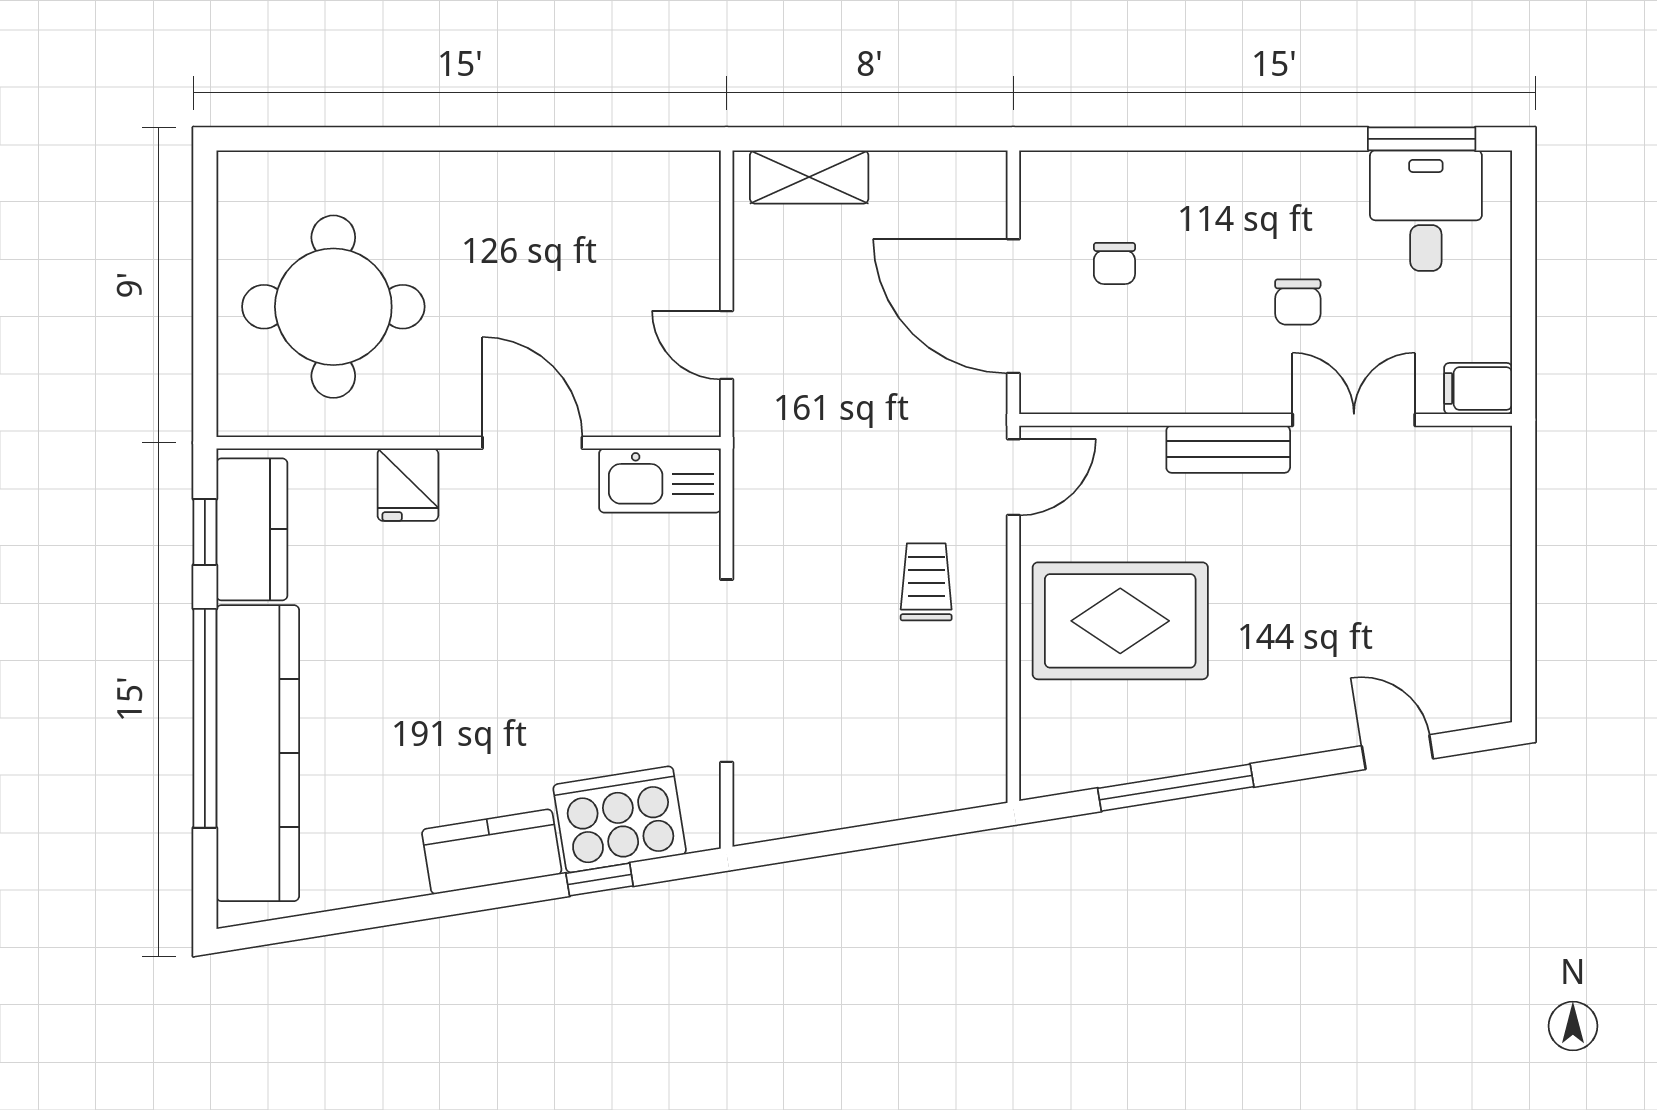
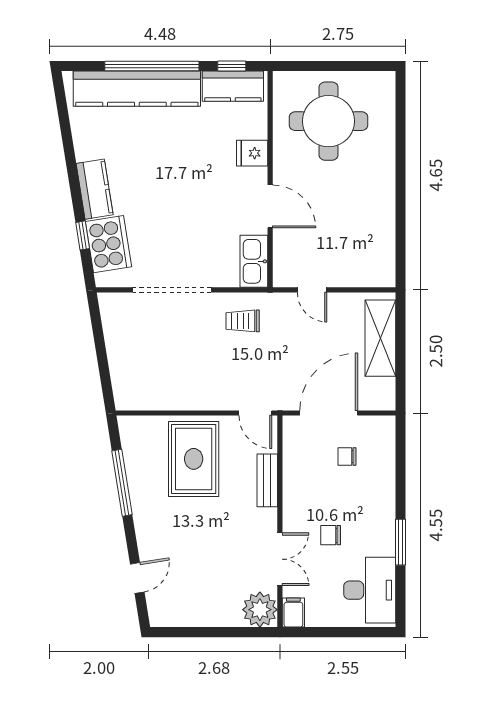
window: (1422, 139) -> (401, 542), moved
shelving: (809, 177) -> (380, 338), width x1.50, depth x1.33
desk: (1426, 211) -> (370, 590), width x1.37
door: (727, 345) -> (312, 290), swing flipped
door: (532, 443) -> (270, 206), hinge flipped
bench: (1228, 449) -> (267, 480), moved
plant: (1471, 467) -> (260, 610), added
trolley: (926, 582) -> (243, 321), moved, turned 180

